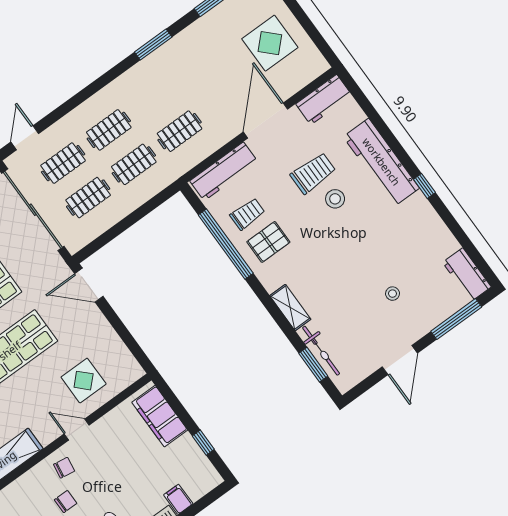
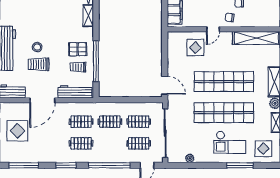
window: (84, 94) -> (109, 165), added
clothes rail: (109, 130) -> (81, 143), moved
door: (77, 429) -> (213, 29), hinge flipped

